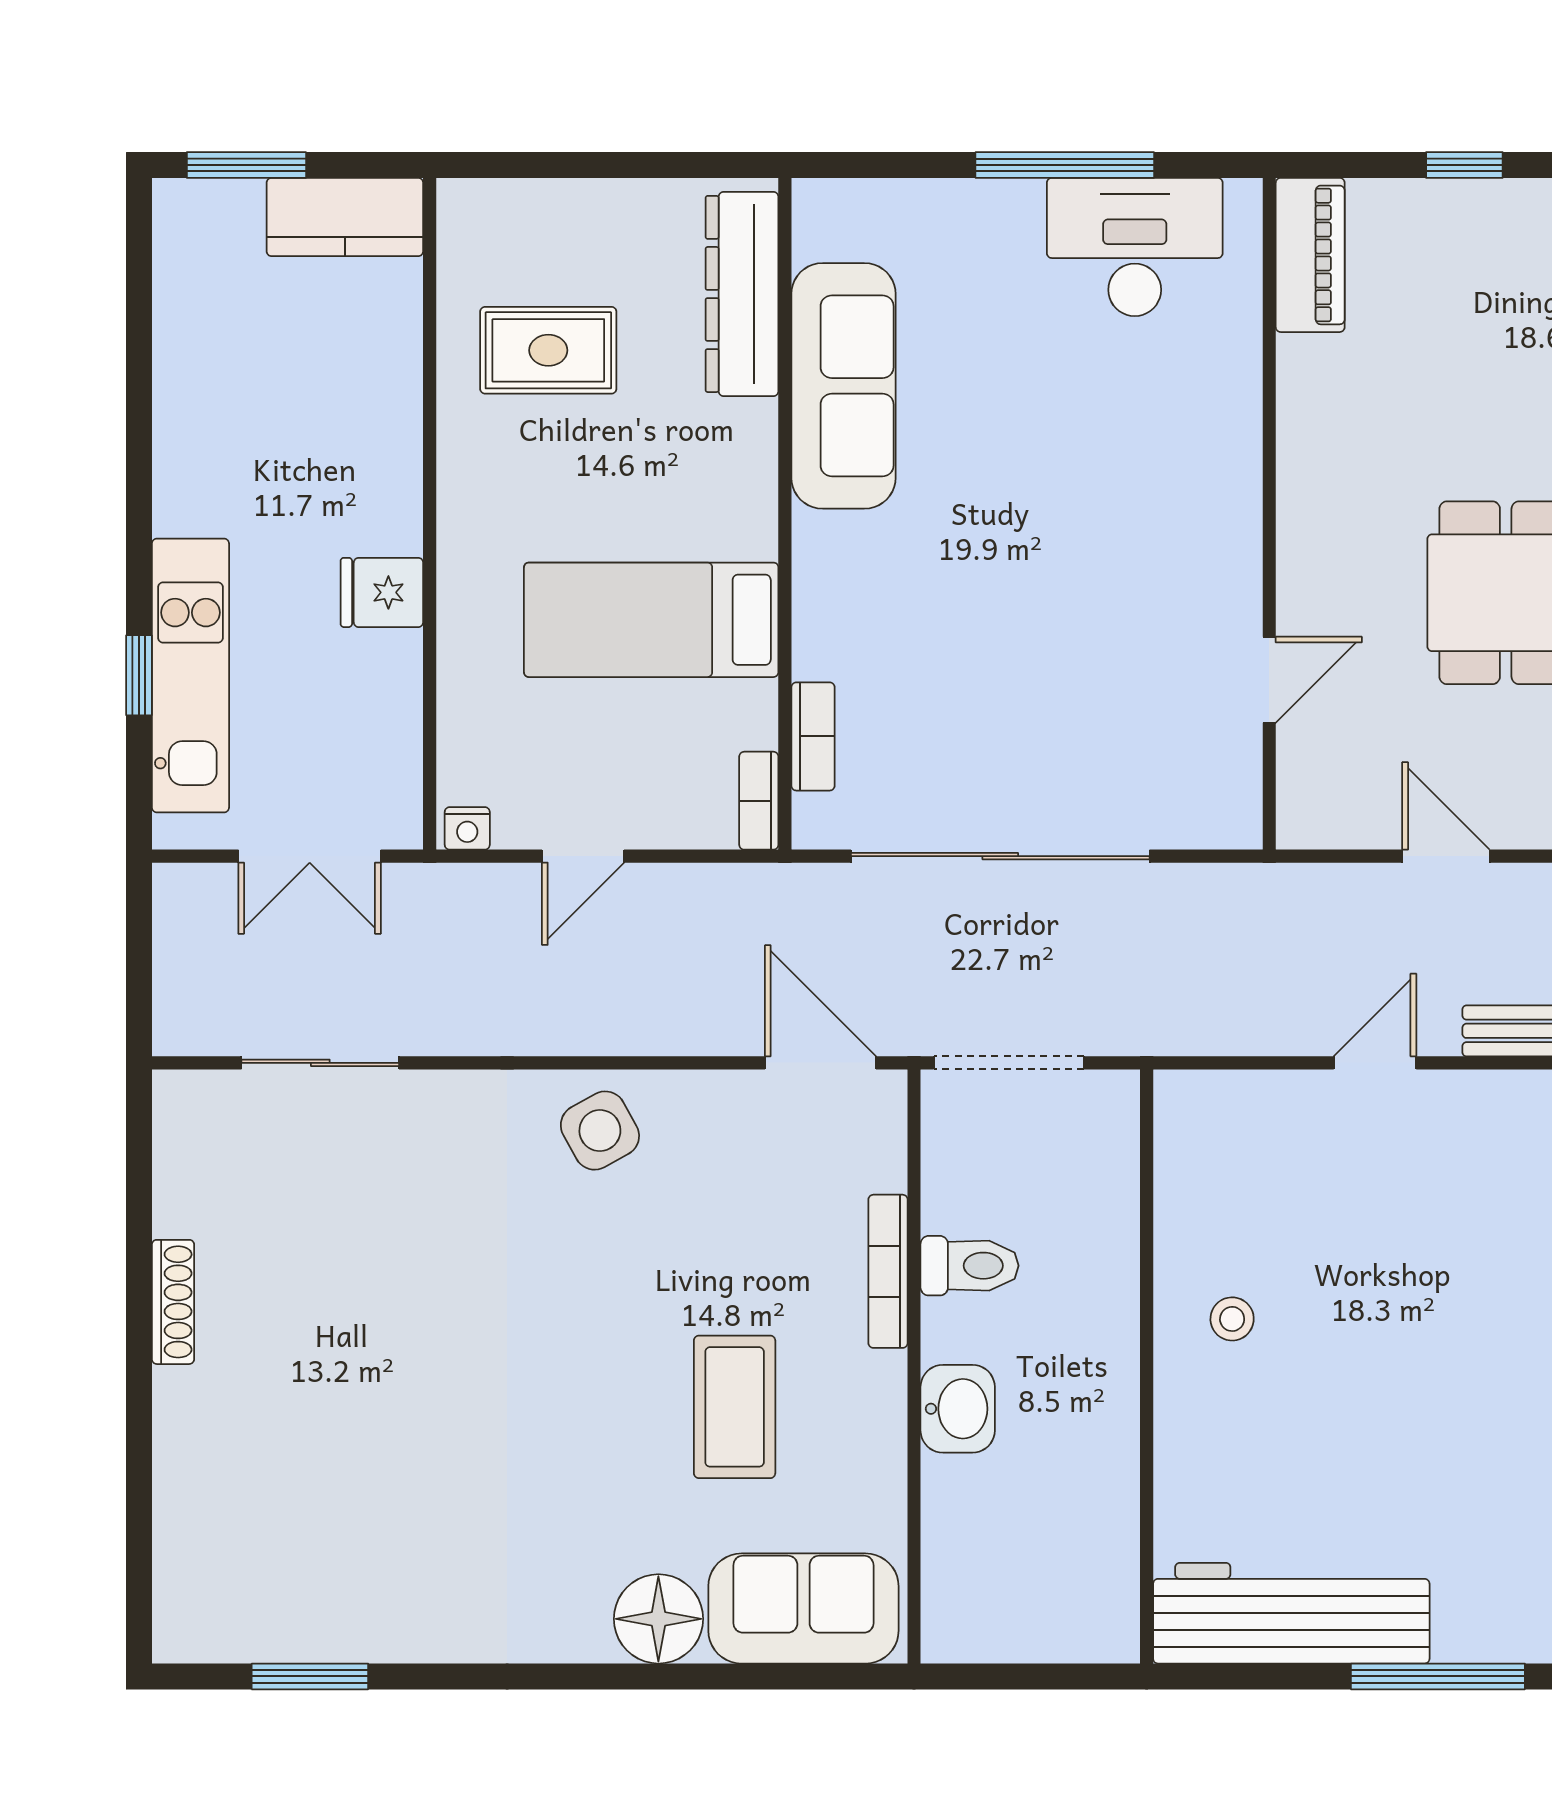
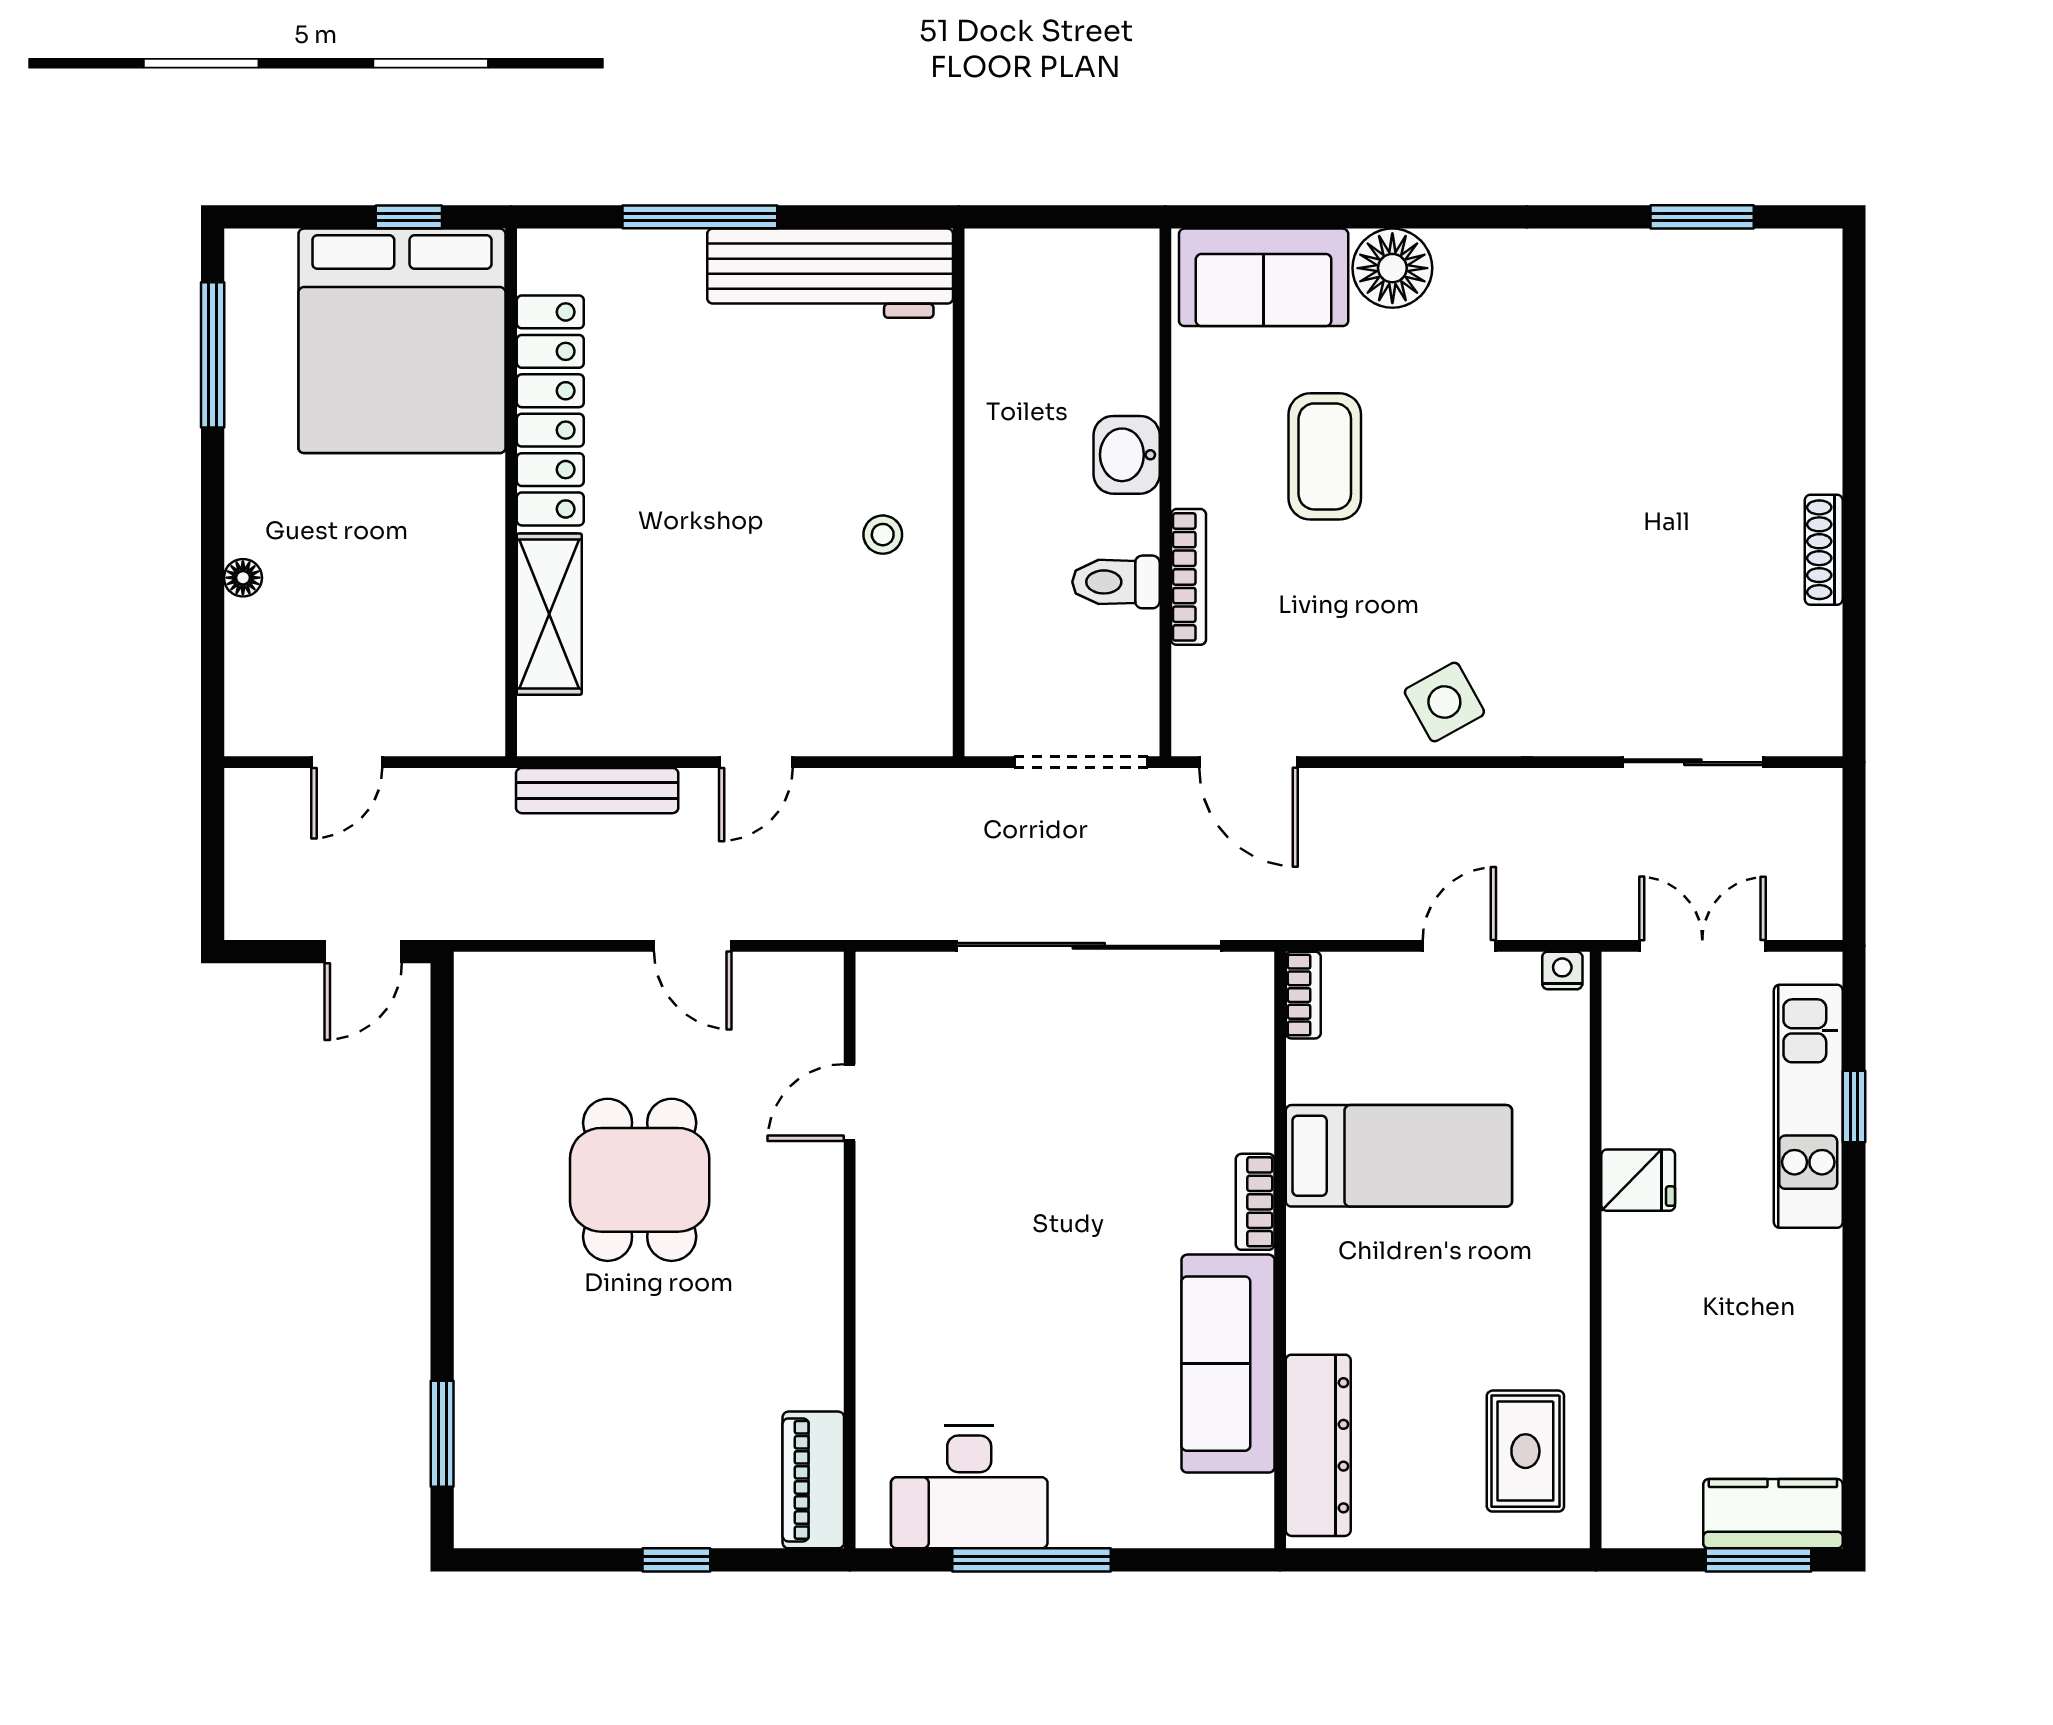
kitchen counter: (345, 217) -> (1773, 1514), moved
rug: (548, 350) -> (1525, 1451), moved, turned 90
bookcase: (813, 736) -> (1255, 1202), moved

